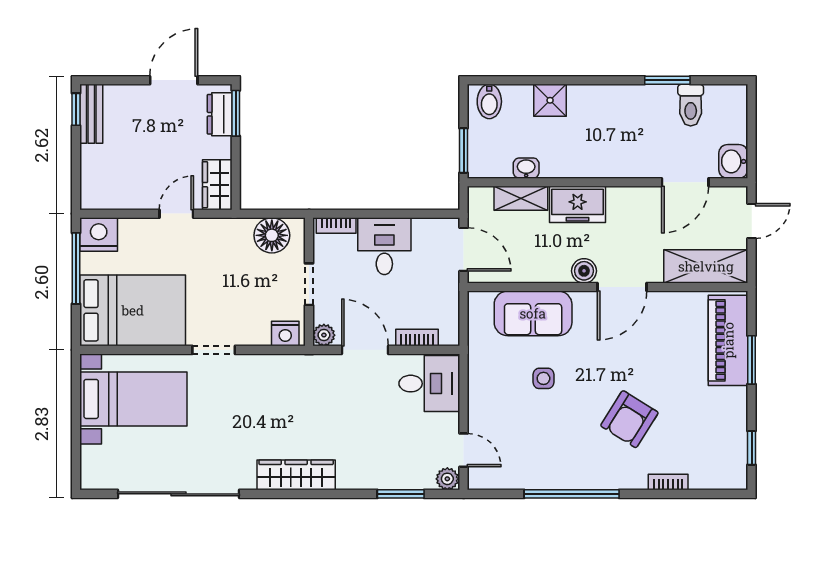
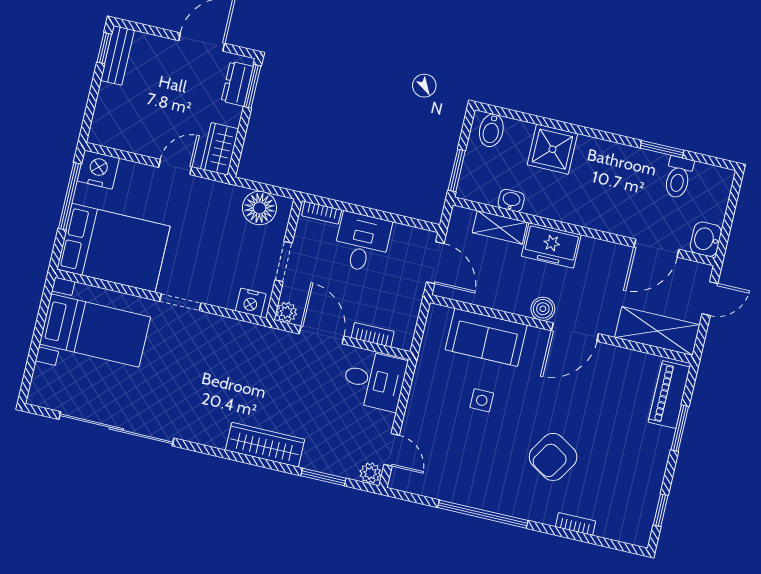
shower: (550, 100) -> (552, 149), width x1.36, depth x1.36
piano: (728, 340) -> (669, 395), width x0.73, depth x0.75
wardrobe: (296, 475) -> (265, 445), moved

